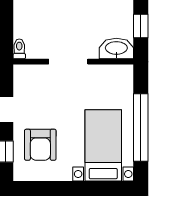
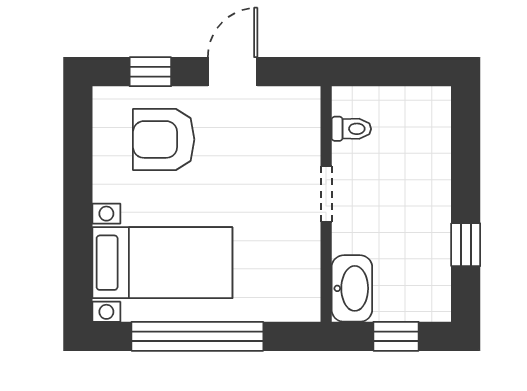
toilet: (19, 49) -> (351, 129), moved
doorway: (68, 62) -> (326, 194), width x0.73

